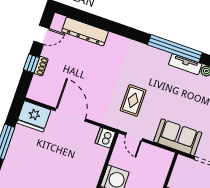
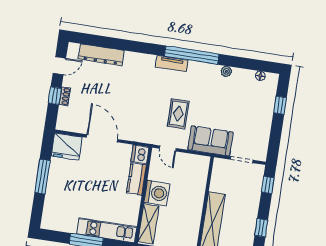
tv unit: (185, 64) -> (172, 64), moved
rug: (133, 100) -> (178, 114), moved
kitchen counter: (97, 161) -> (136, 179), added

